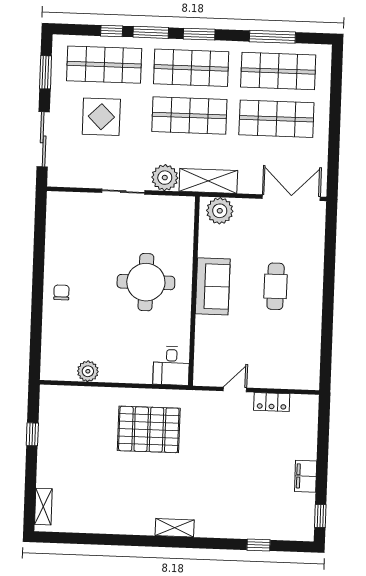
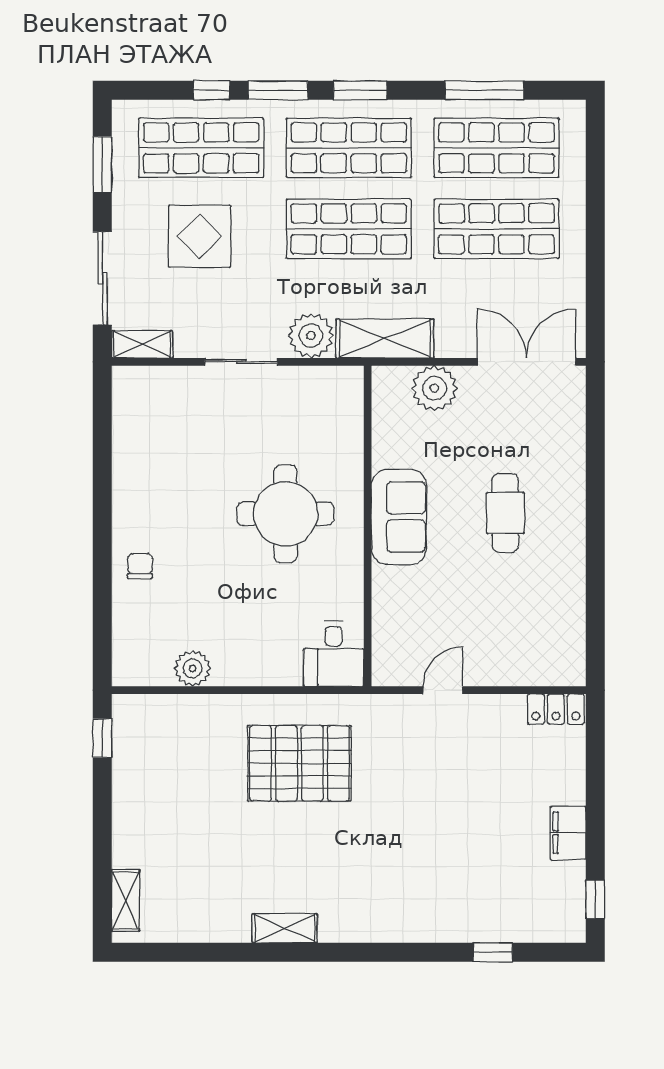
shelving: (65, 179) -> (142, 344), added
plant: (220, 211) -> (434, 388), moved
chair: (61, 292) -> (140, 566), moved
locker: (272, 402) -> (556, 709), moved
window: (32, 434) -> (102, 738), moved
shelving: (175, 528) -> (285, 928), moved

